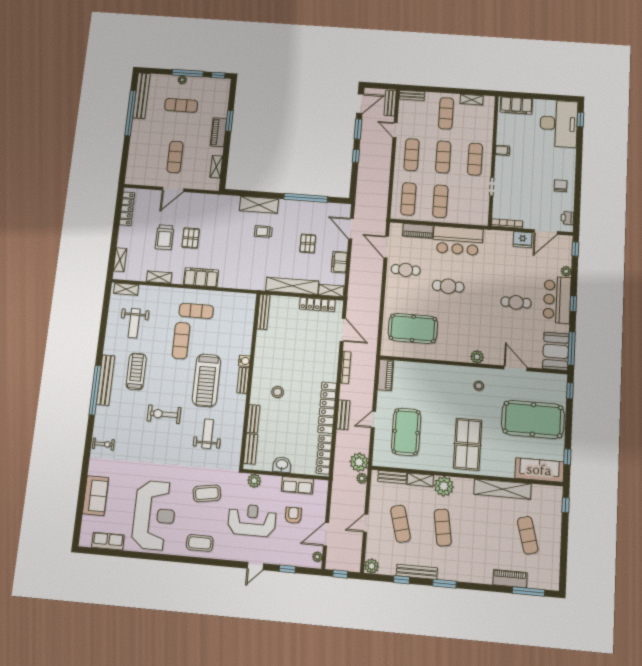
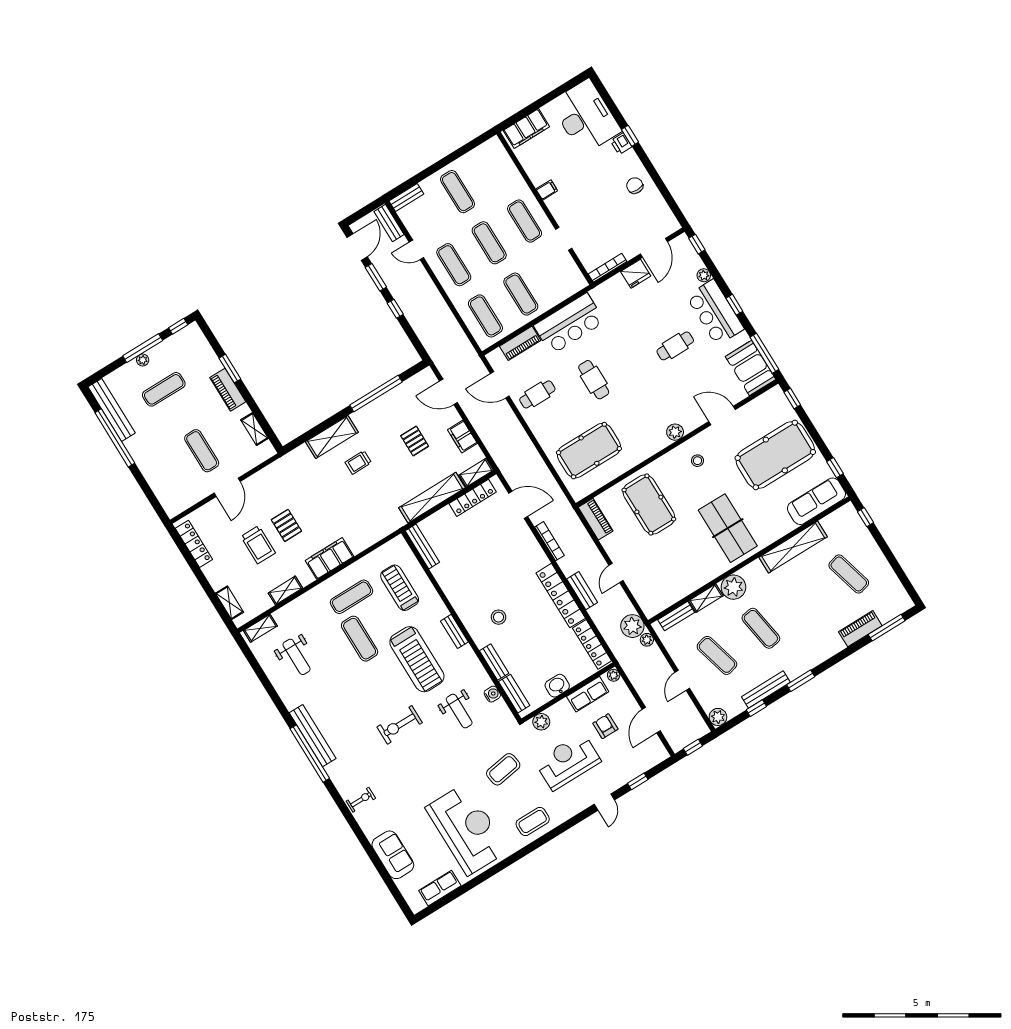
shelving: (472, 100) -> (474, 156), removed
window: (580, 119) -> (630, 136), moved
printer: (567, 218) -> (621, 144), moved
cafe table: (448, 286) -> (594, 380), turned 90
water cooler: (244, 361) -> (492, 694), moved
treadmill: (136, 371) -> (400, 588), moved
pool table: (406, 432) -> (649, 505), moved
weight bench: (208, 434) -> (459, 711), turned 180
plant: (317, 557) -> (614, 675), moved

